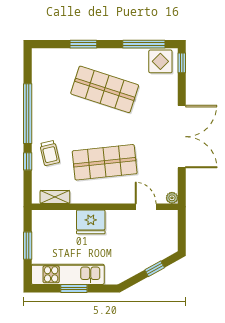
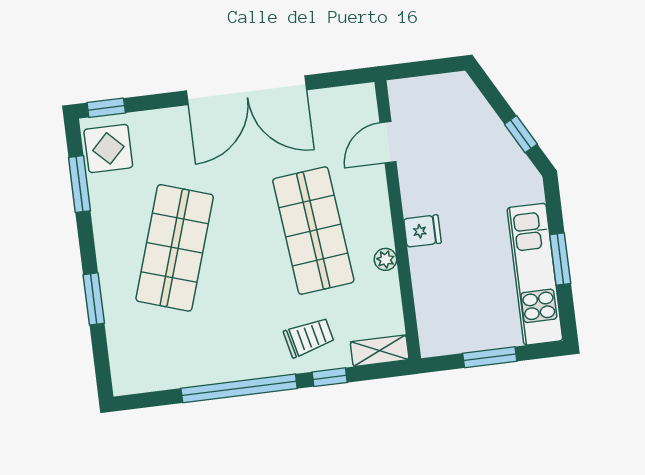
window: (144, 44) -> (79, 184), width x0.69
double door: (182, 137) -> (246, 90), swing flipped
shelving: (55, 197) -> (380, 351), moved, turned 90
plant: (172, 198) -> (385, 259), moved
fridge: (91, 222) -> (422, 231), width x0.53, depth x0.75
window: (155, 269) -> (521, 134), moved

